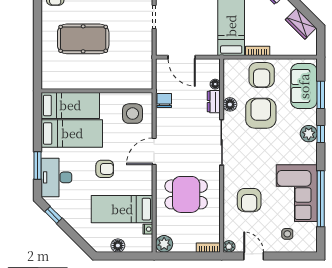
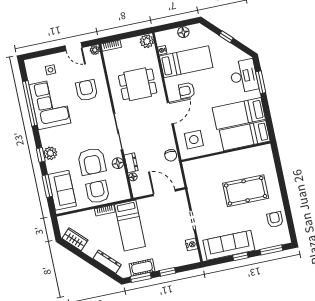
armchair: (105, 169) -> (187, 90), moved
window: (53, 215) -> (226, 37), moved

